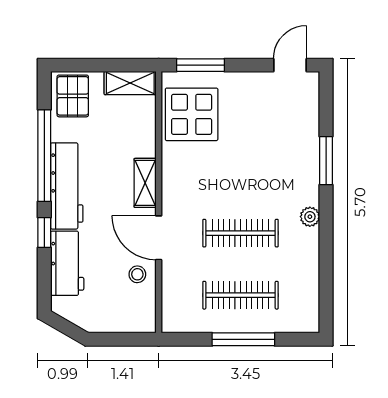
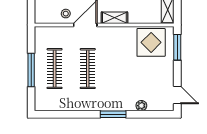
window: (326, 161) -> (113, 114), moved
plant: (310, 217) -> (141, 106), moved

